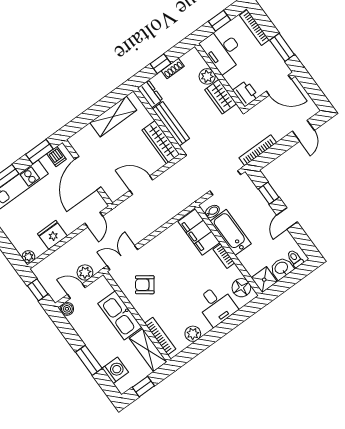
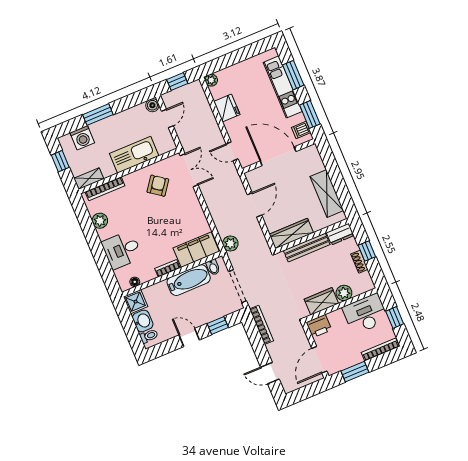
plant: (85, 272) -> (230, 244), moved
floor lamp: (241, 288) -> (135, 282), width x0.53, depth x0.53
shelving: (148, 350) -> (89, 179), width x0.67, depth x0.75

